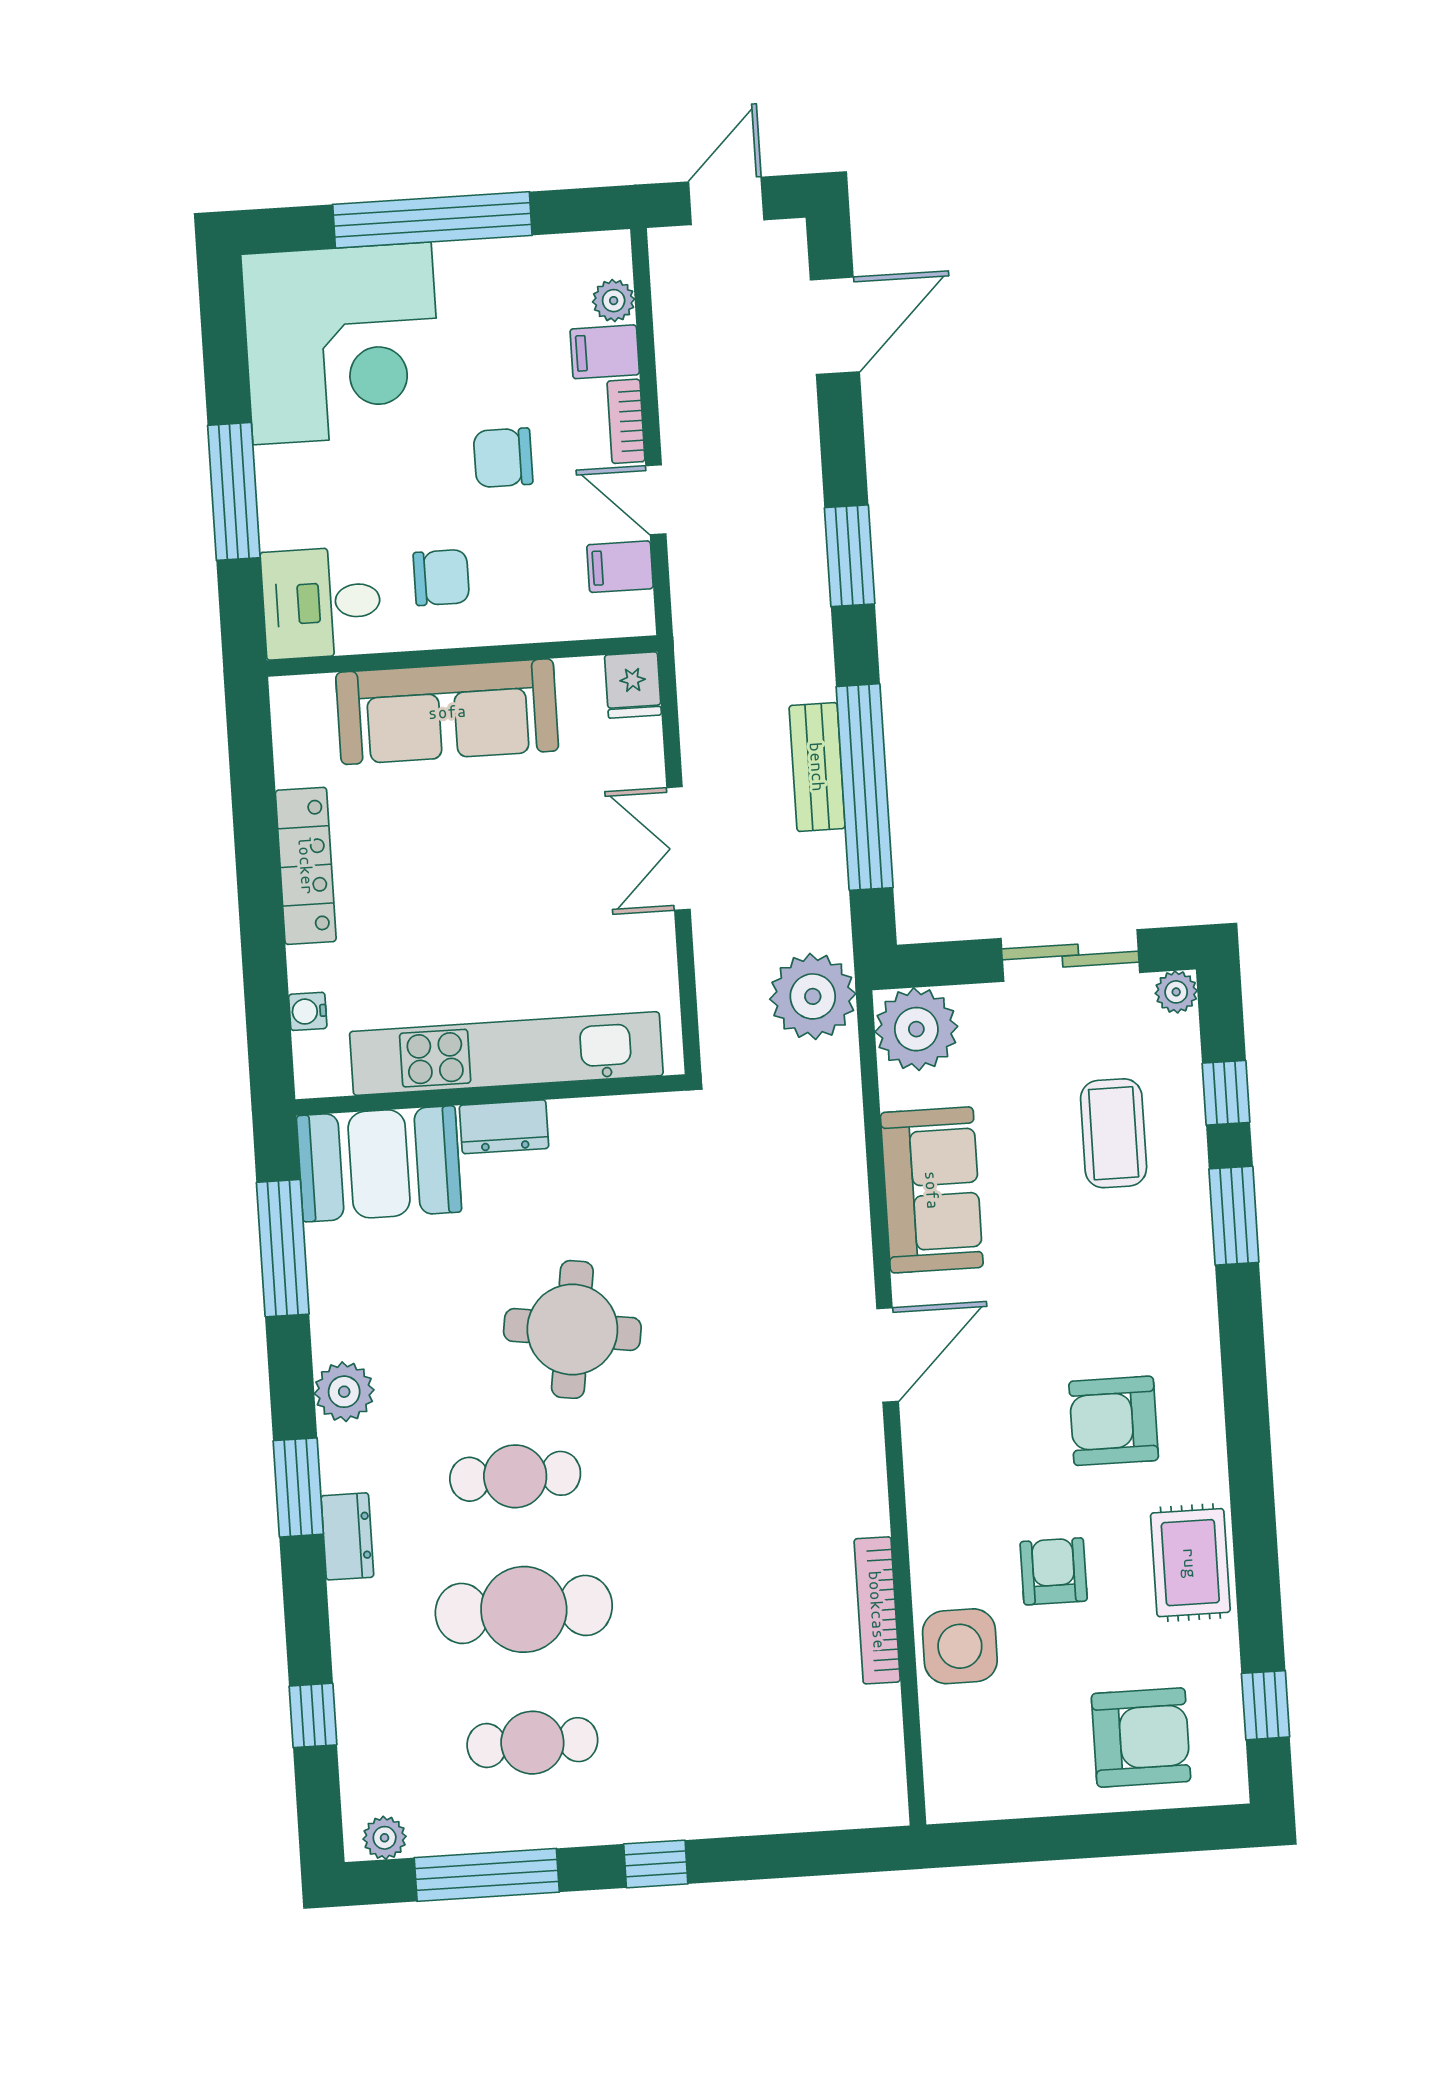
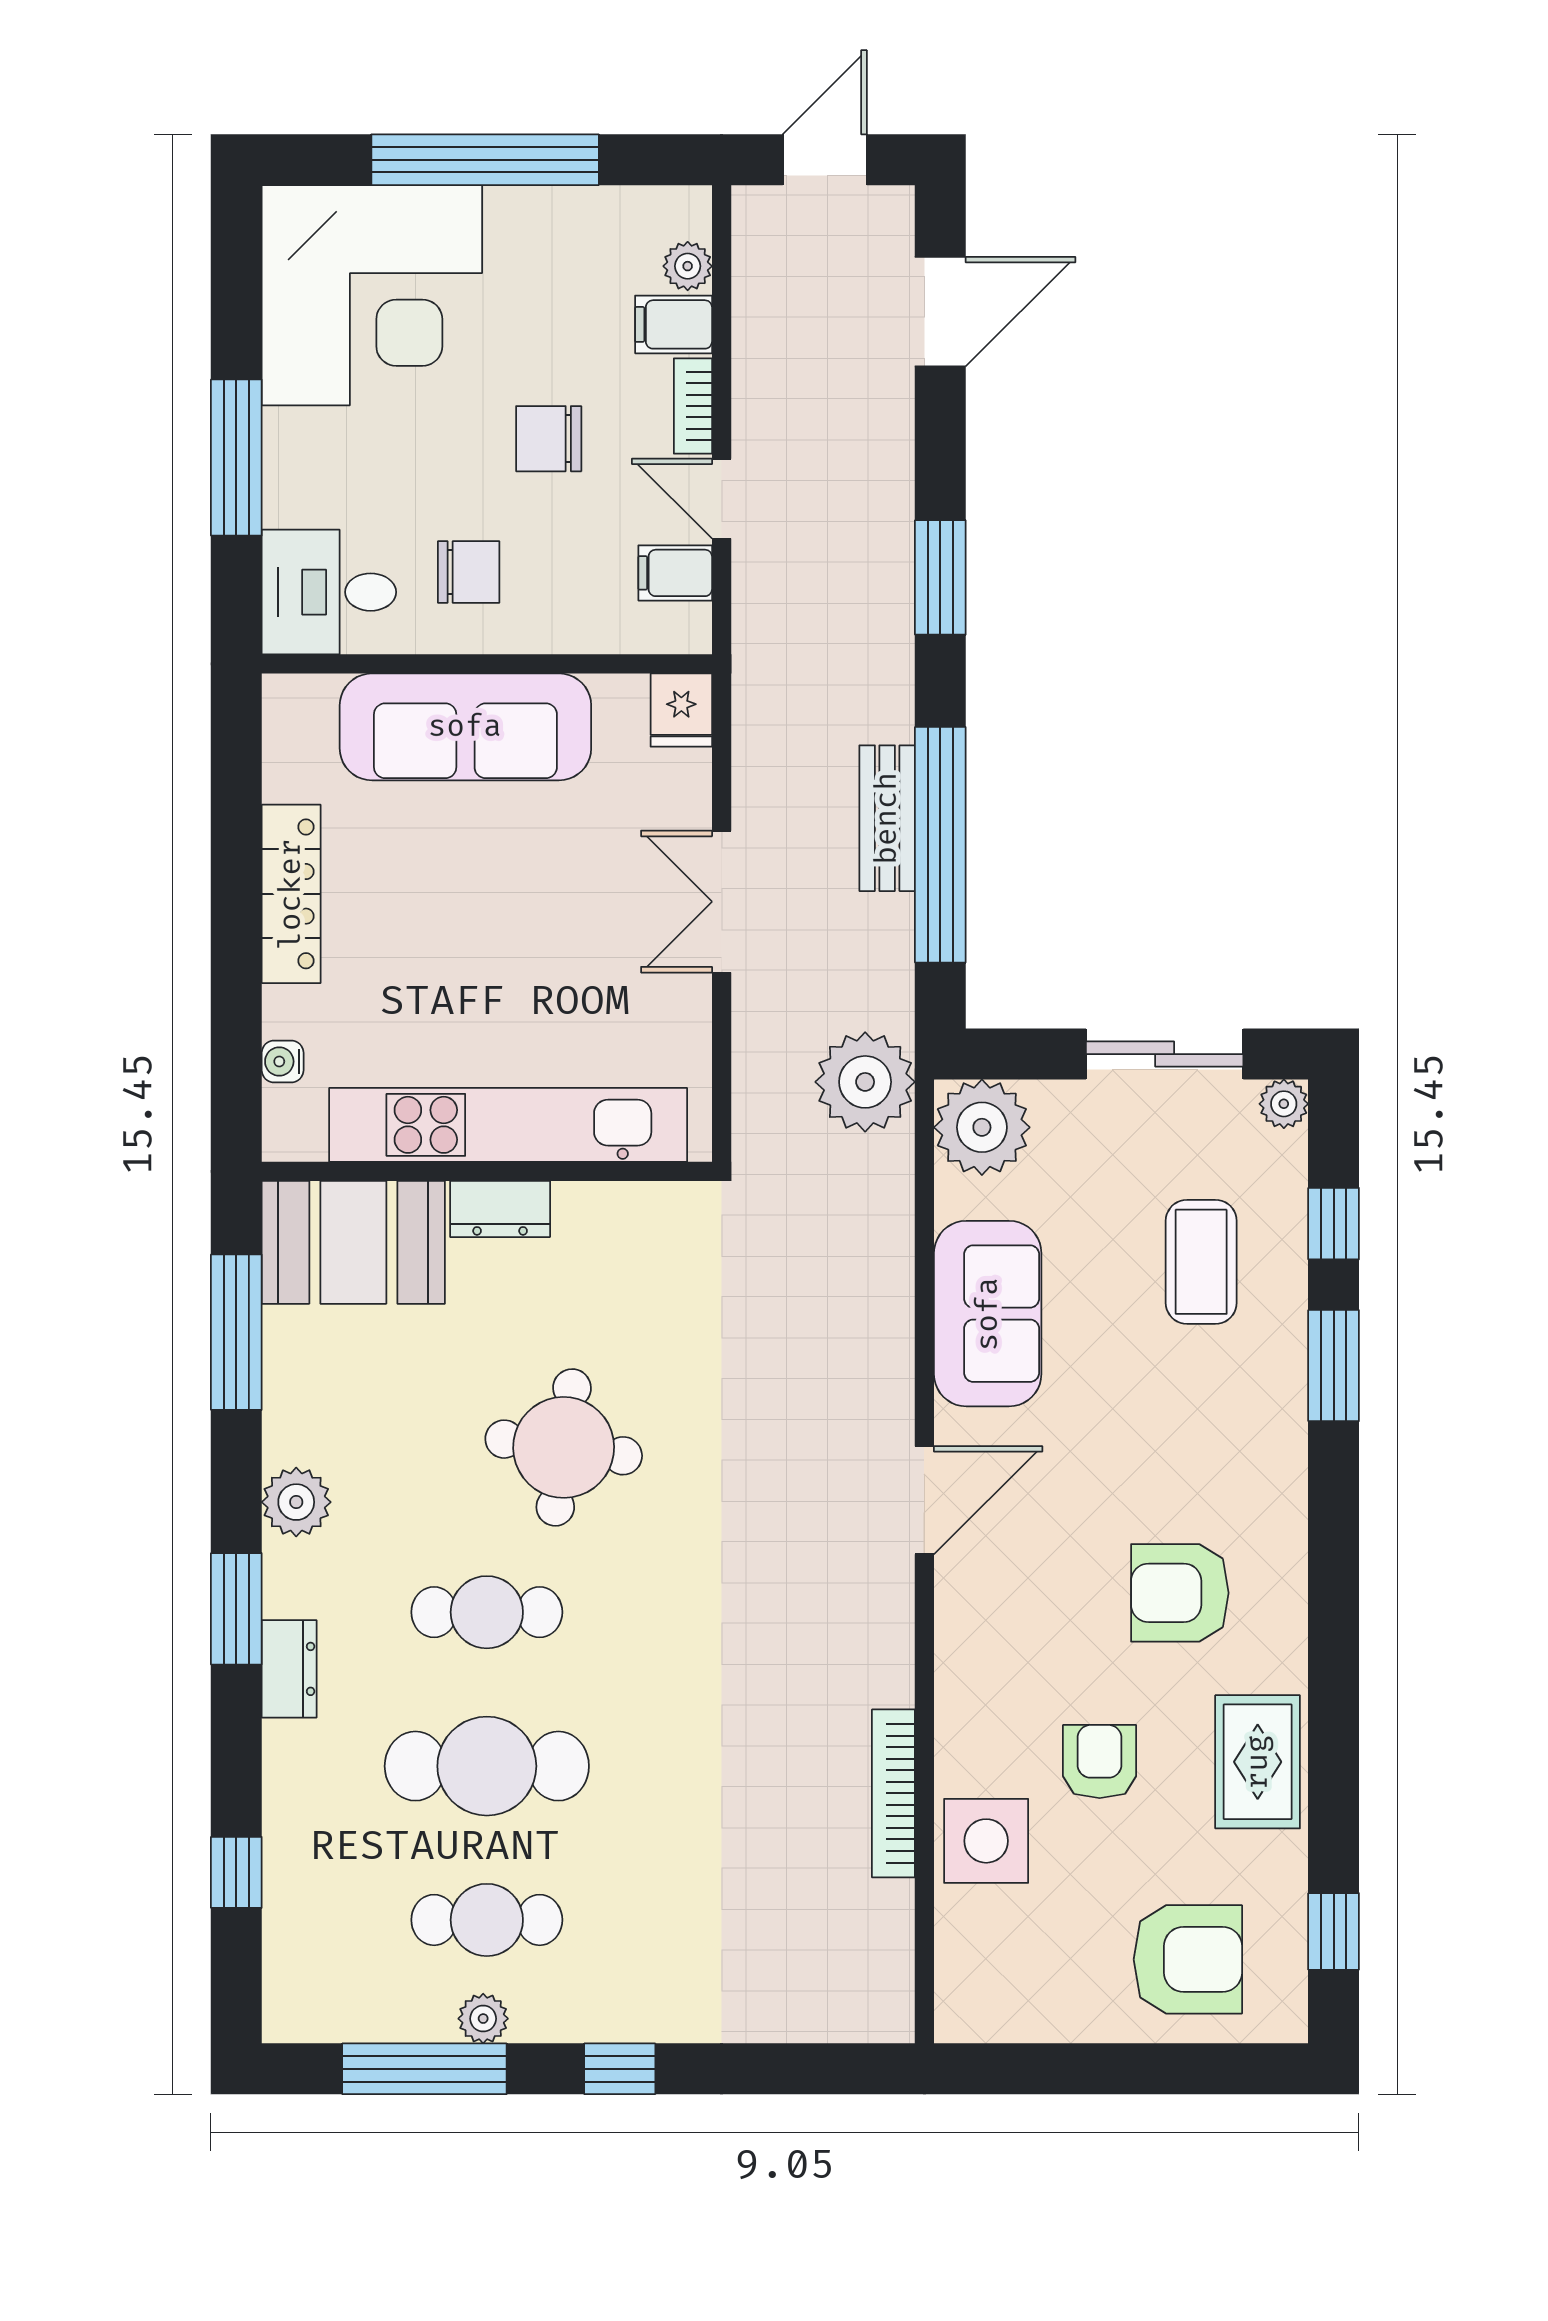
plant: (385, 1838) -> (483, 2019), moved

